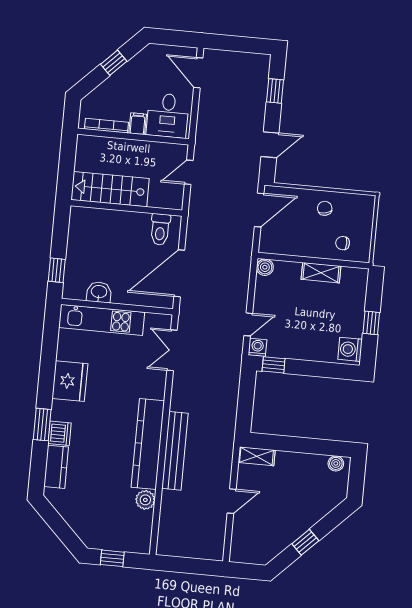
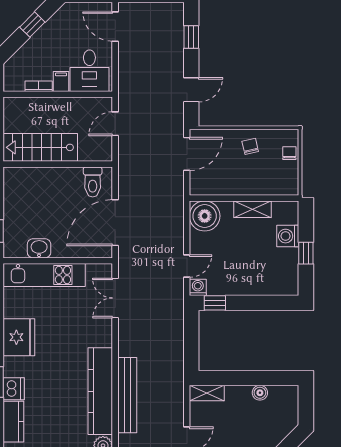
bookcase: (106, 126) -> (39, 86), width x0.64
chair: (343, 243) -> (289, 153), moved, turned 90
boiler: (265, 267) -> (205, 216), width x1.86, depth x1.86
washing machine: (350, 349) -> (288, 236), moved
boiler: (336, 463) -> (260, 393), moved

